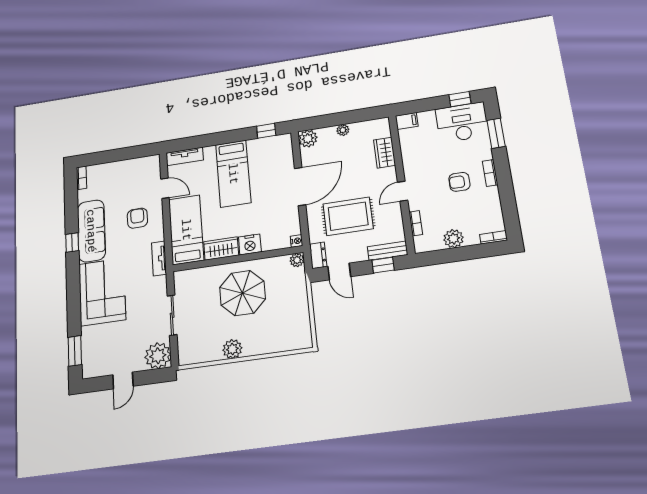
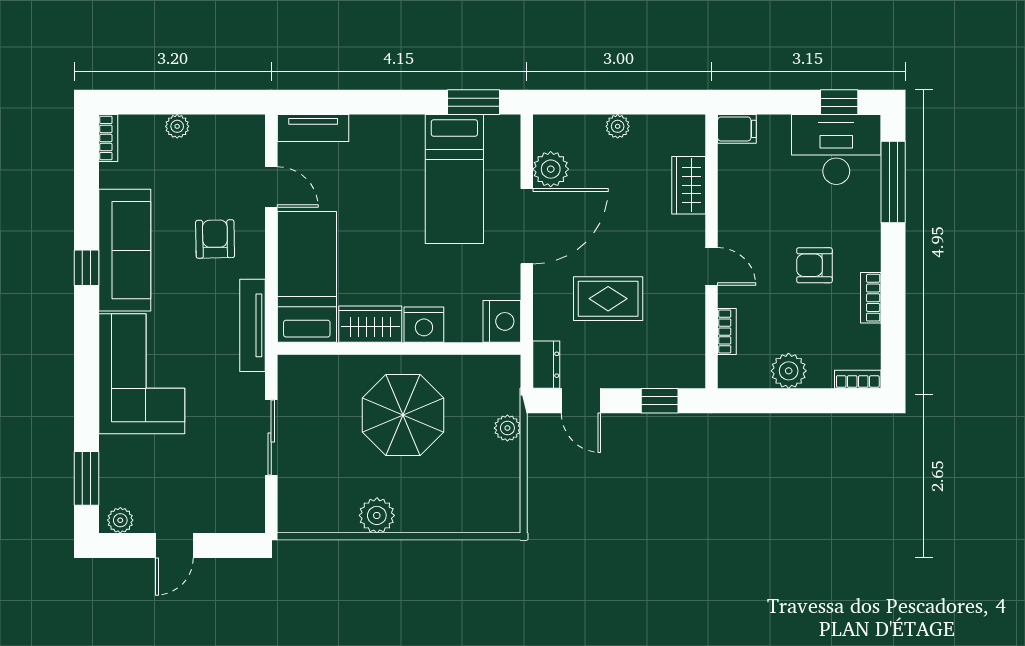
window: (266, 131) -> (474, 102), width x1.50
window: (496, 133) -> (893, 182), width x1.44
plant: (308, 139) -> (551, 169), moved
plant: (116, 167) -> (177, 126), added
bookcase: (490, 173) -> (871, 298), moved
bed: (233, 174) -> (454, 179), moved
door: (403, 191) -> (711, 266), swing flipped
rug: (348, 216) -> (608, 299), width x0.73, depth x0.70
nightstand: (297, 241) -> (502, 321), width x1.89, depth x1.79
bench: (388, 251) -> (671, 375), removed
tv unit: (159, 258) -> (253, 325), width x1.41
plant: (297, 260) -> (507, 428), moved
plant: (158, 356) -> (120, 520), moved, width x0.53, depth x0.53

